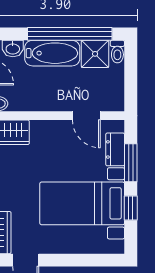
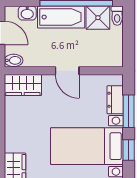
door: (86, 116) -> (67, 71), moved

